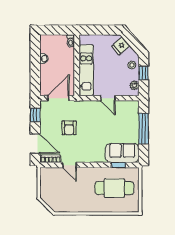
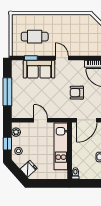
armchair: (69, 128) -> (77, 93), turned -90
sofa: (122, 153) -> (39, 69), moved
door: (70, 165) -> (62, 58), moved
cafe table: (114, 188) -> (35, 37), width x0.73, depth x0.74

